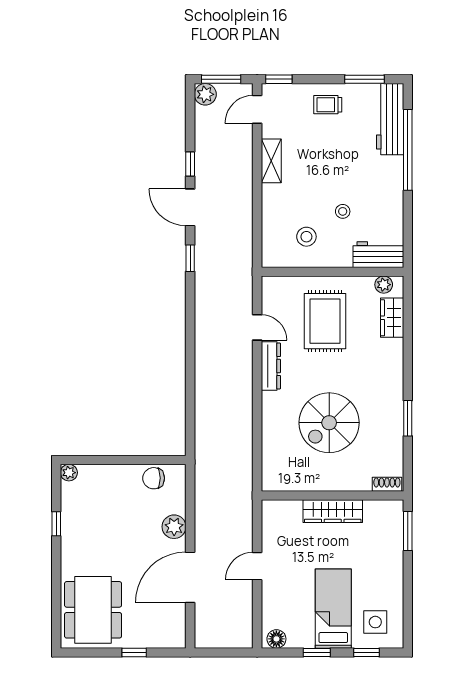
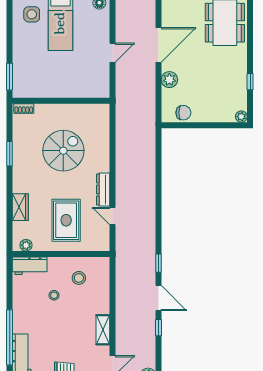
wardrobe: (392, 318) -> (20, 207), moved
wardrobe: (333, 511) -> (61, 90), removed

